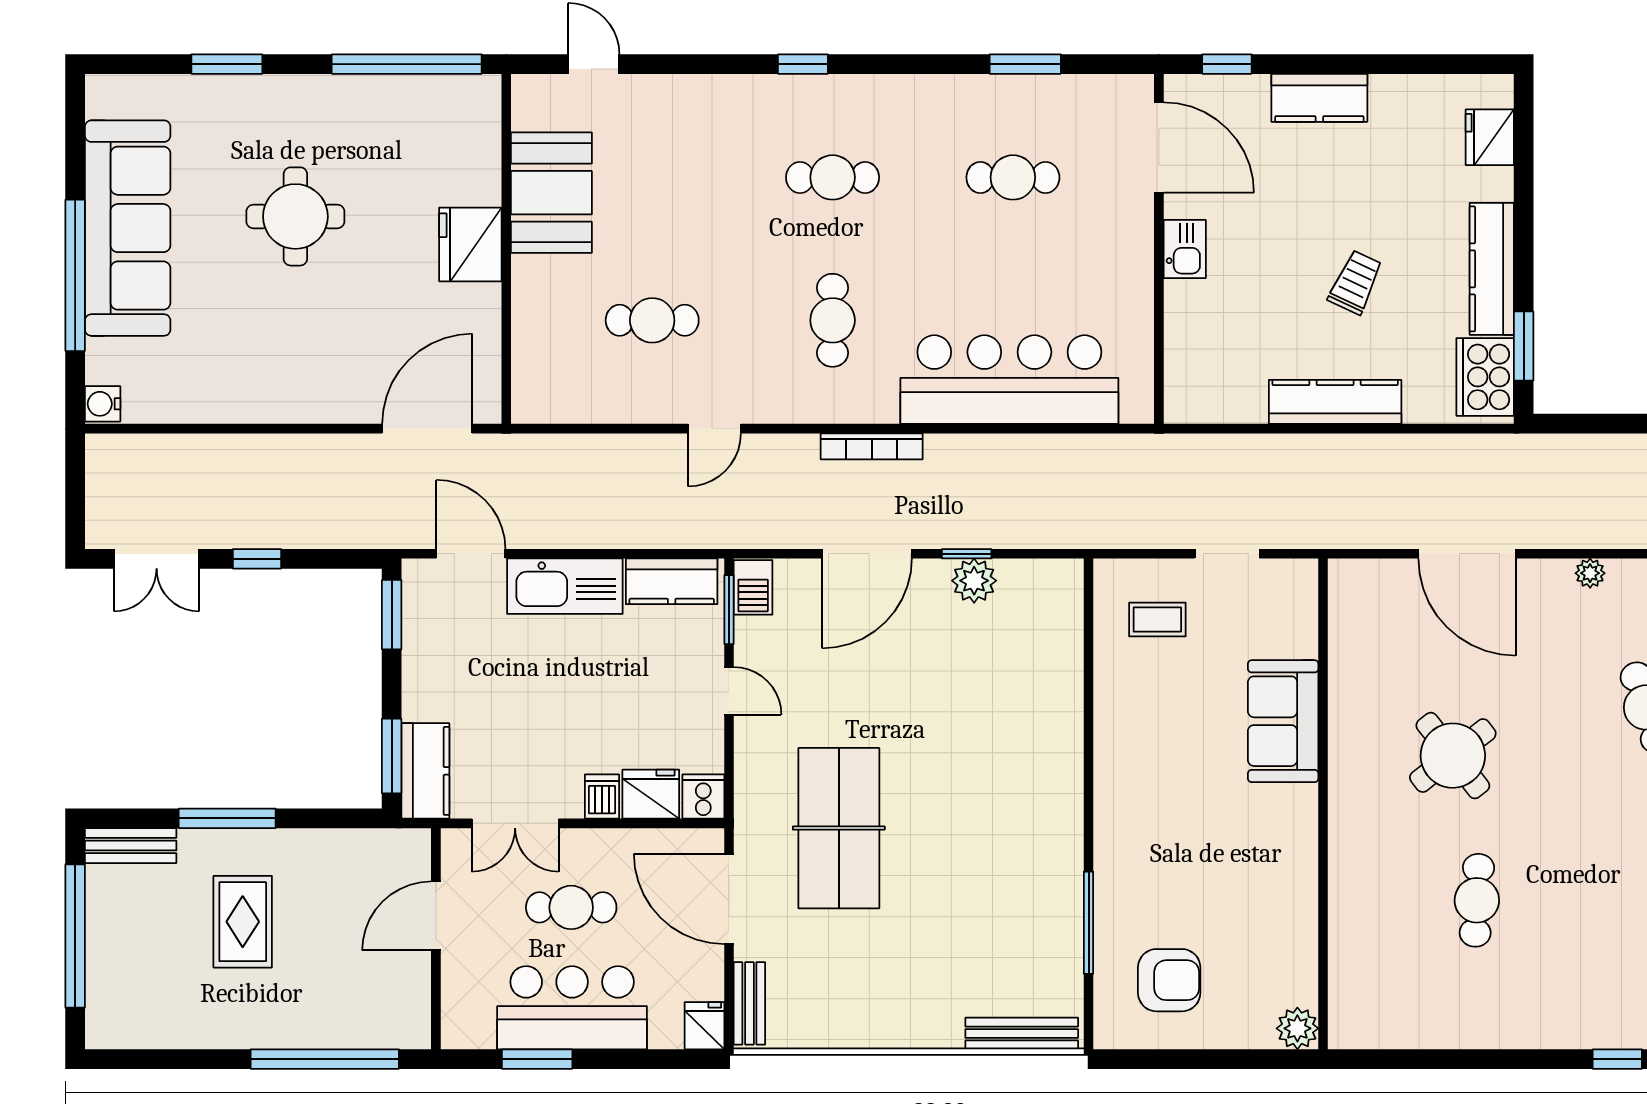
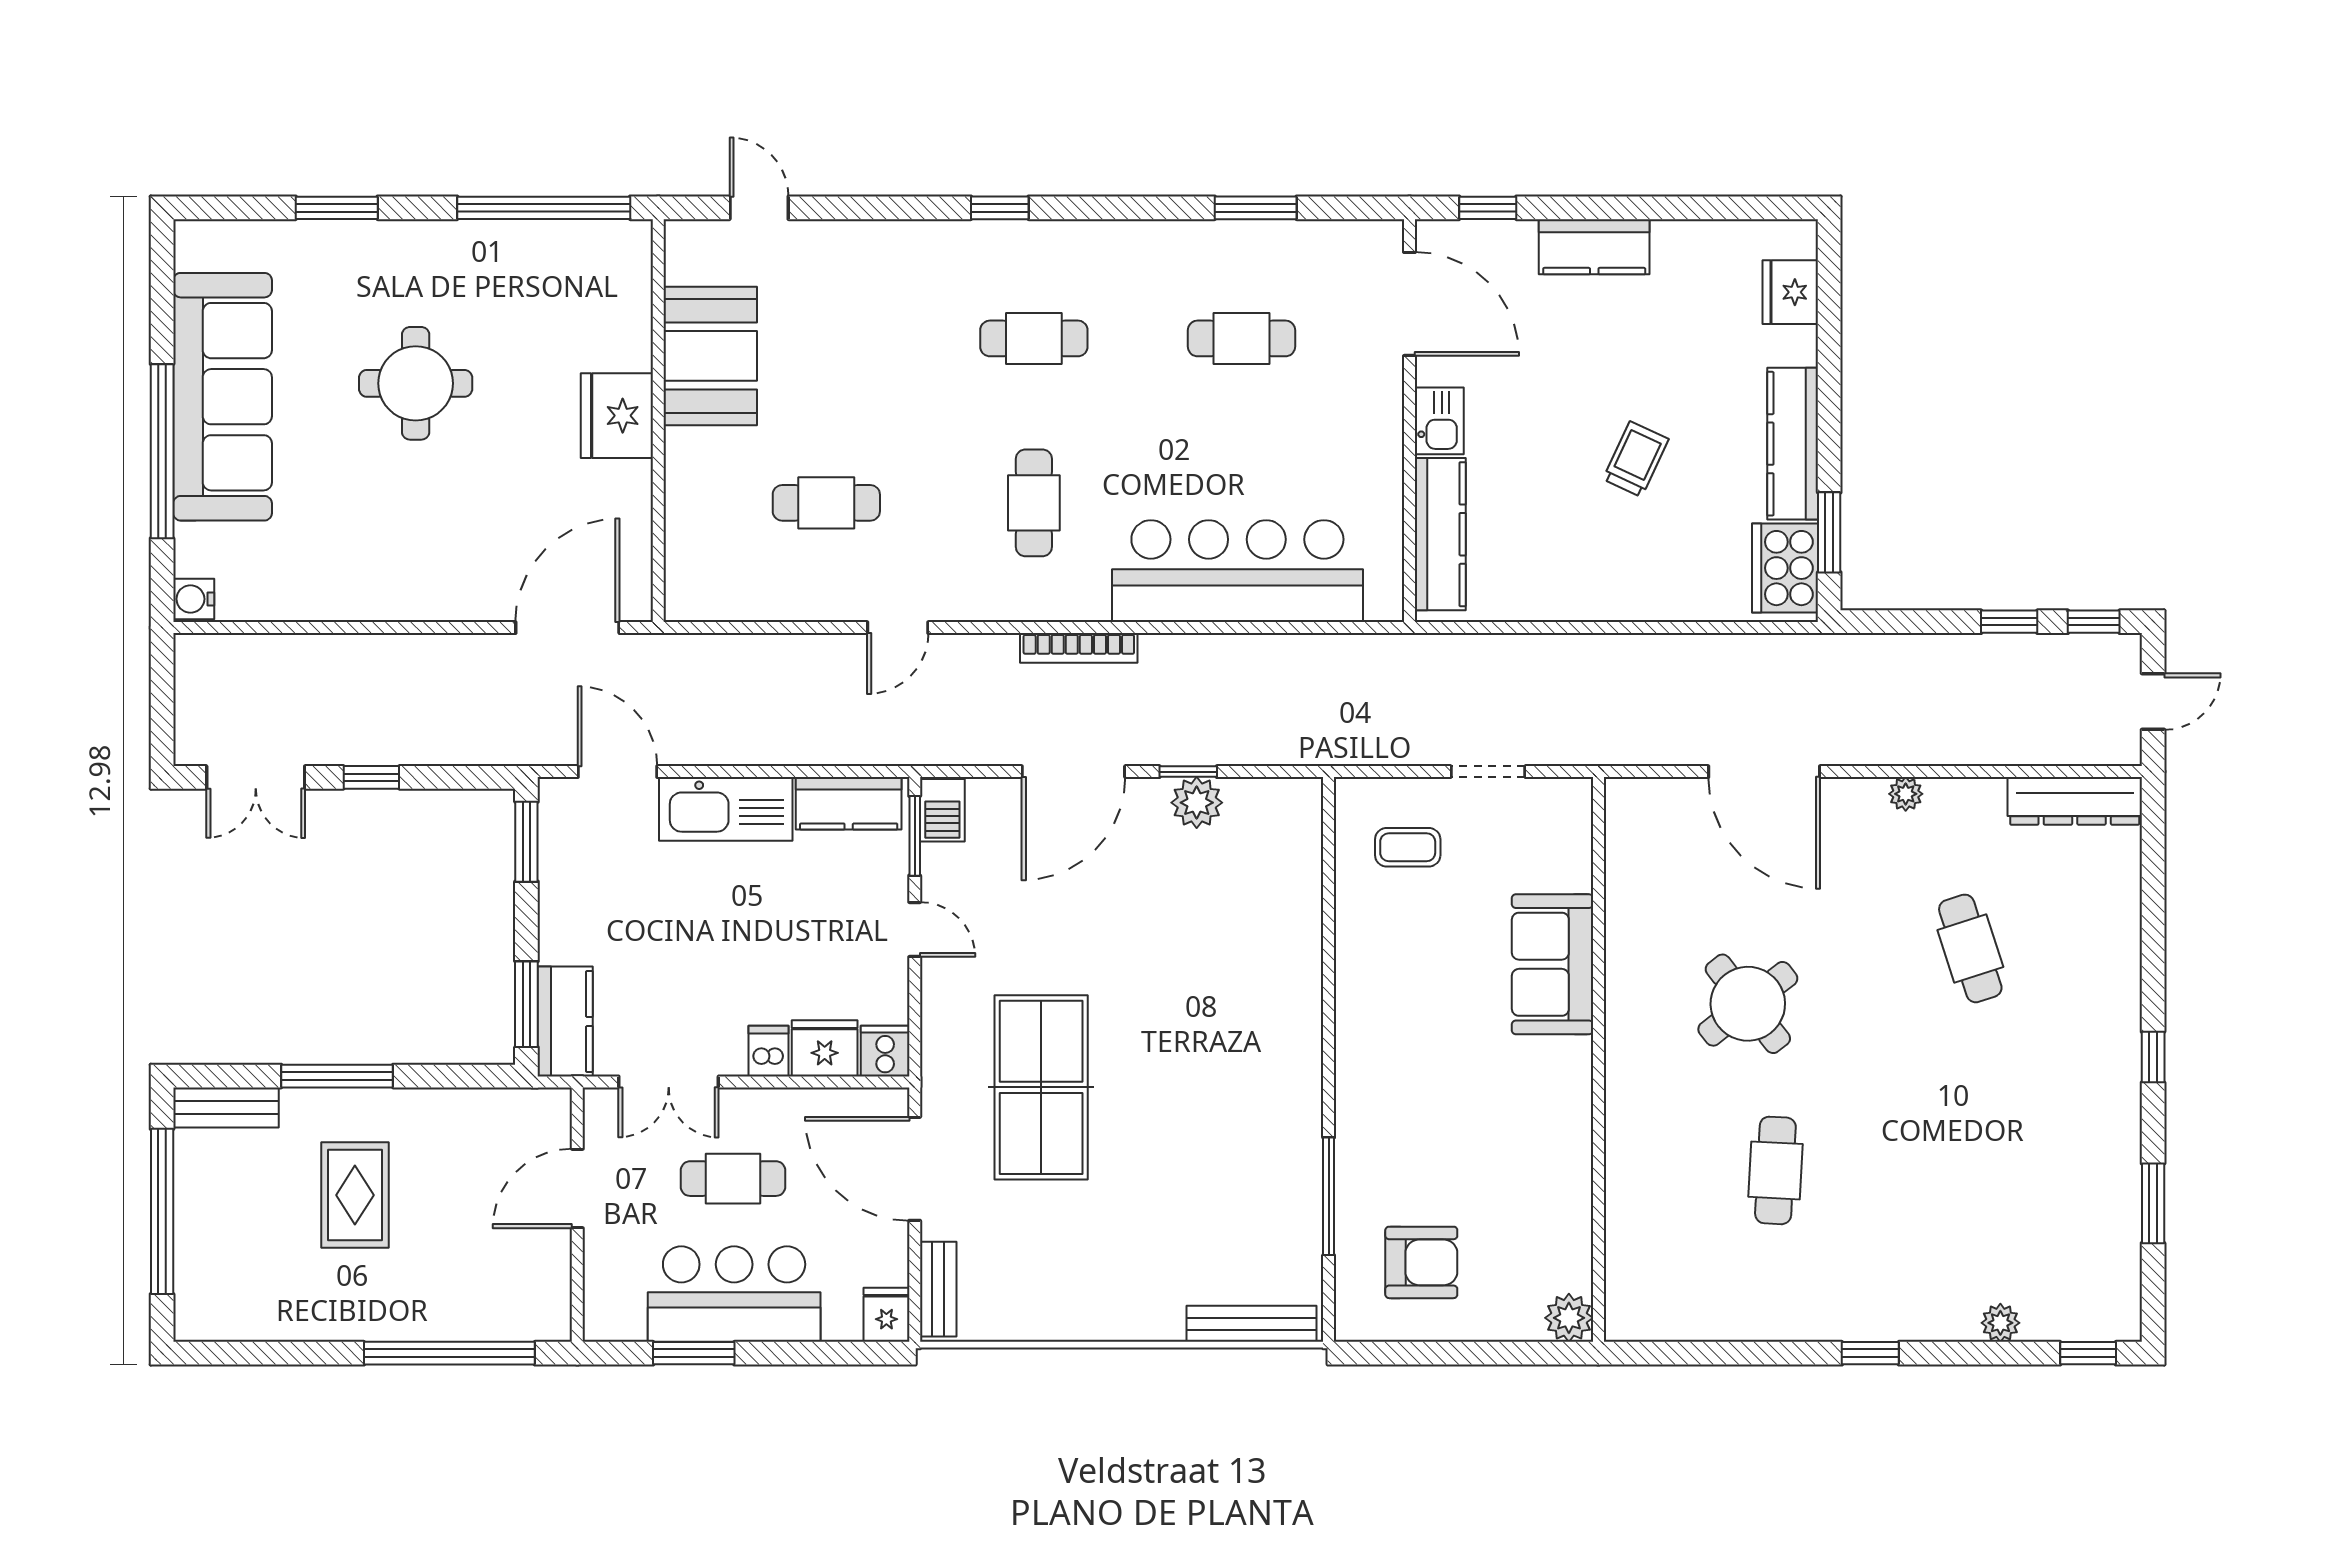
kitchen counter: (1335, 402) -> (1440, 534), moved, turned 90
window: (1617, 1059) -> (1870, 1353), moved

